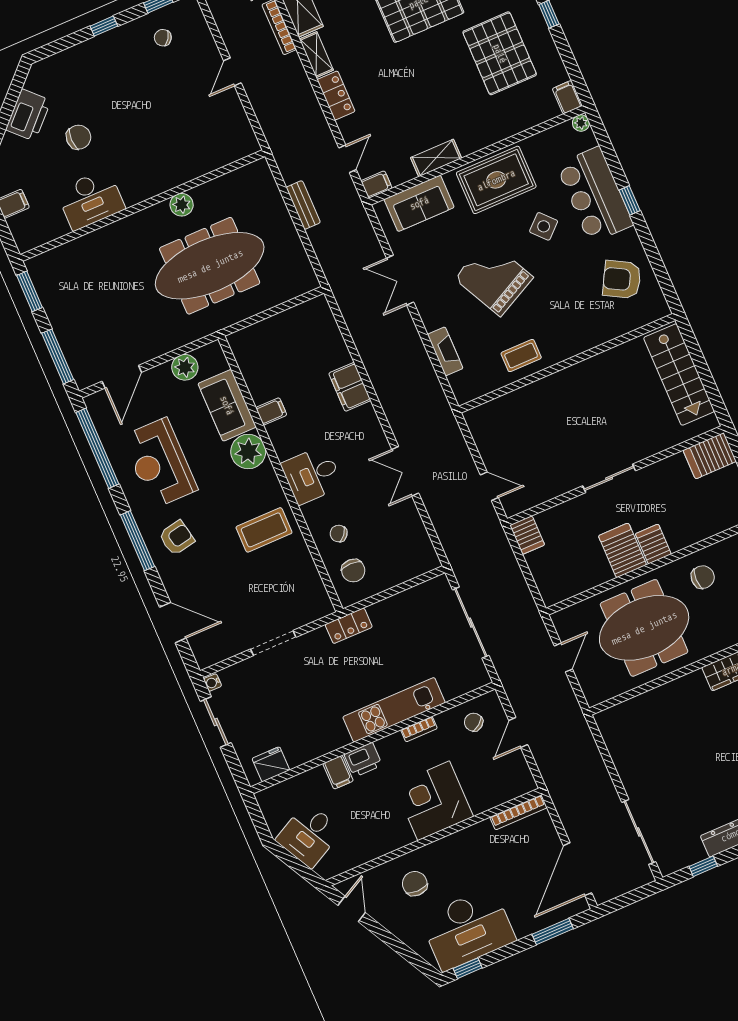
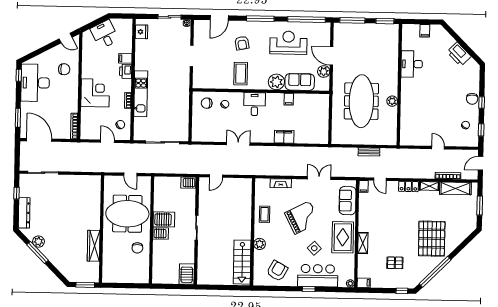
pallet: (500, 53) -> (395, 263), width x0.49, depth x0.50
chair: (79, 137) -> (472, 99), moved
shelving: (436, 158) -> (363, 243), moved
plant: (584, 339) -> (260, 244), added
stairs: (679, 375) -> (242, 262), moved, turned -90
door: (122, 377) -> (331, 56), moved
armchair: (177, 538) -> (242, 43), moved
locker: (349, 626) -> (184, 91), removed
meeting table: (644, 628) -> (127, 214), turned 90

